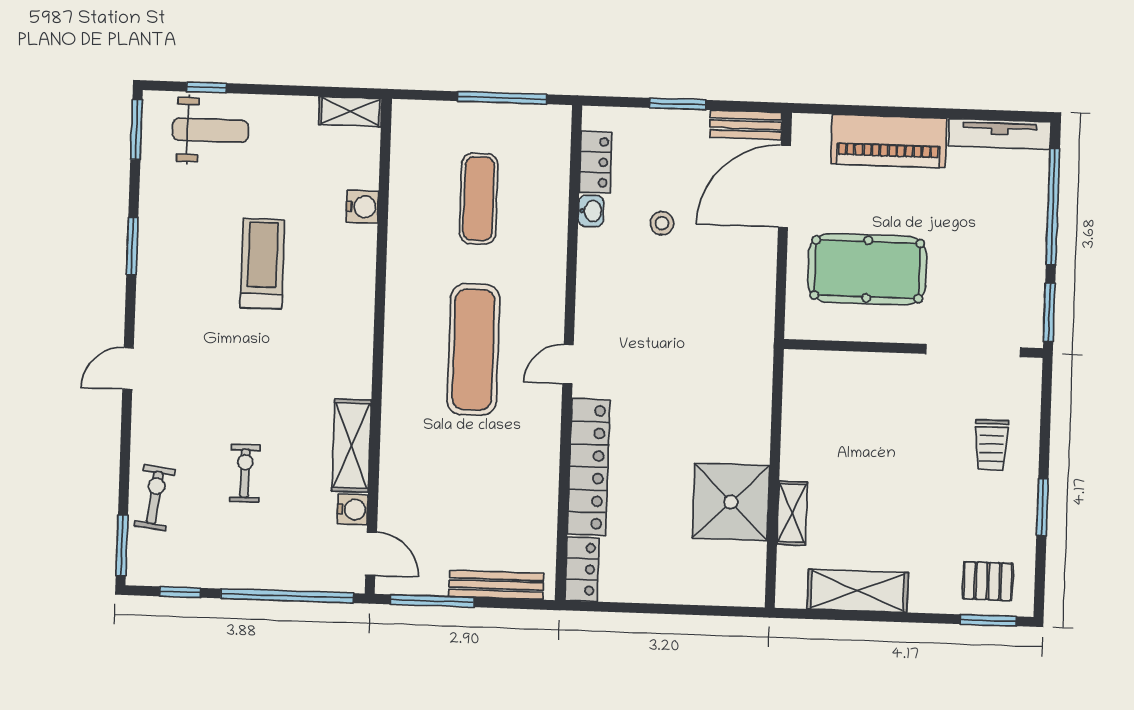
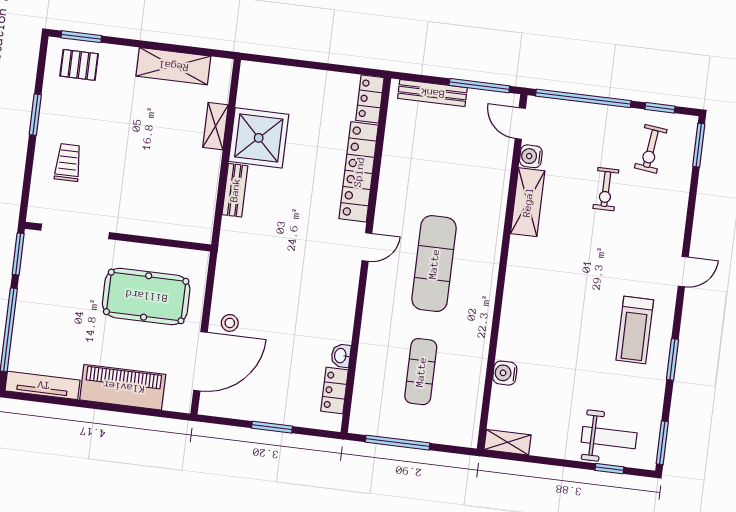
bench: (746, 125) -> (235, 190), moved, turned 90
weight bench: (210, 130) -> (609, 438), turned 180
stool: (662, 223) -> (230, 323), moved
treadmill: (262, 264) -> (635, 330), moved
exercise bike: (155, 498) -> (651, 149), moved

